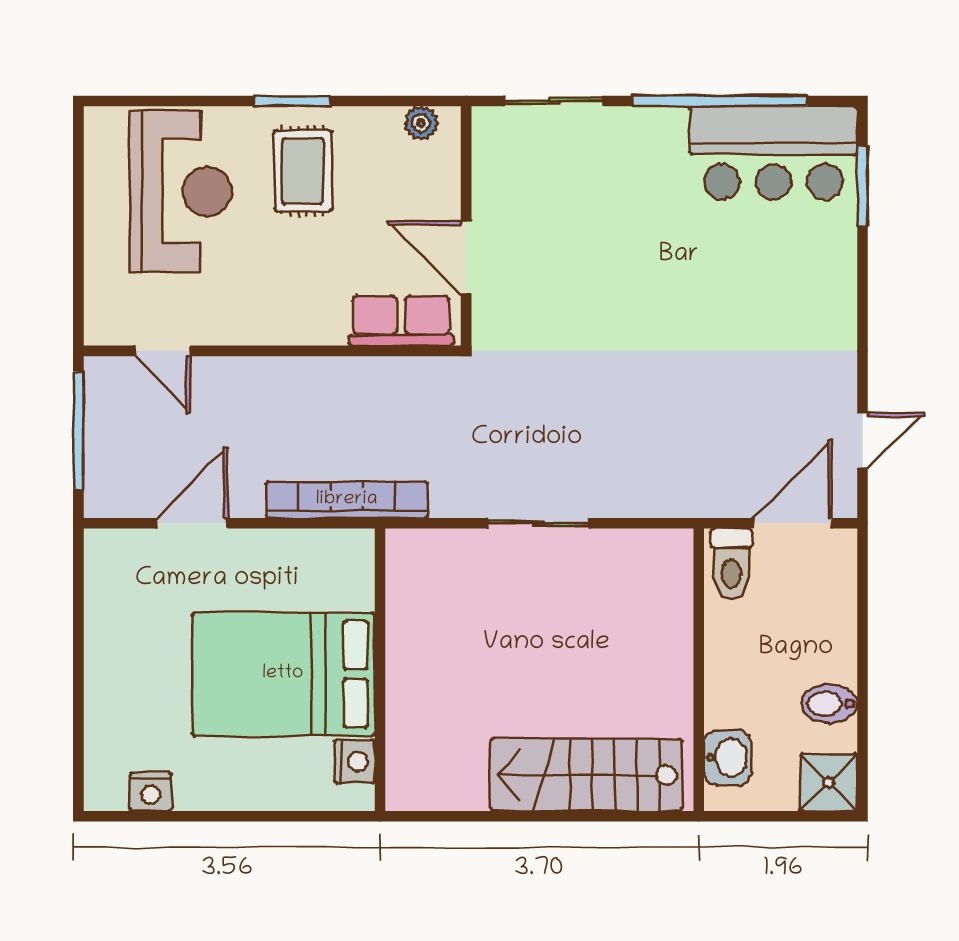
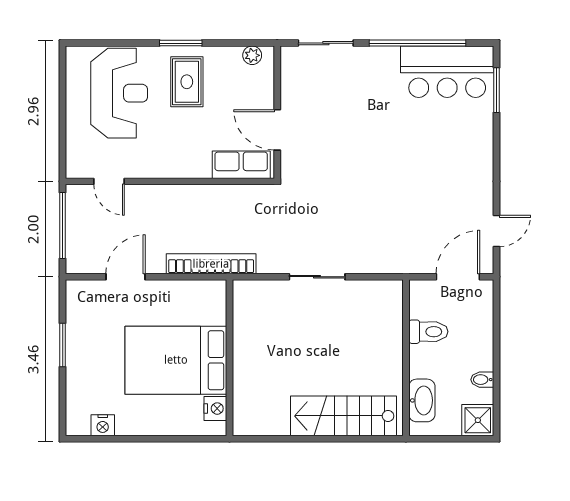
toilet: (731, 564) -> (428, 332), moved, turned -90
window: (78, 647) -> (63, 345), added
bidet: (829, 704) -> (482, 380), width x0.72, depth x0.74
washbasin: (728, 758) -> (422, 400), width x1.38

